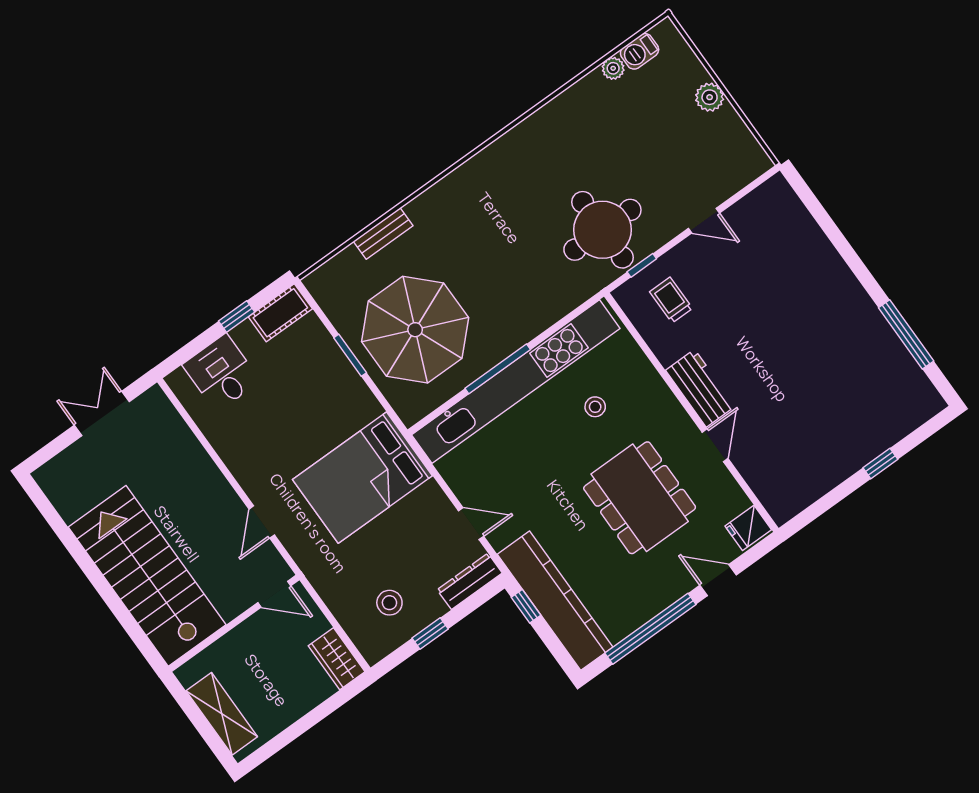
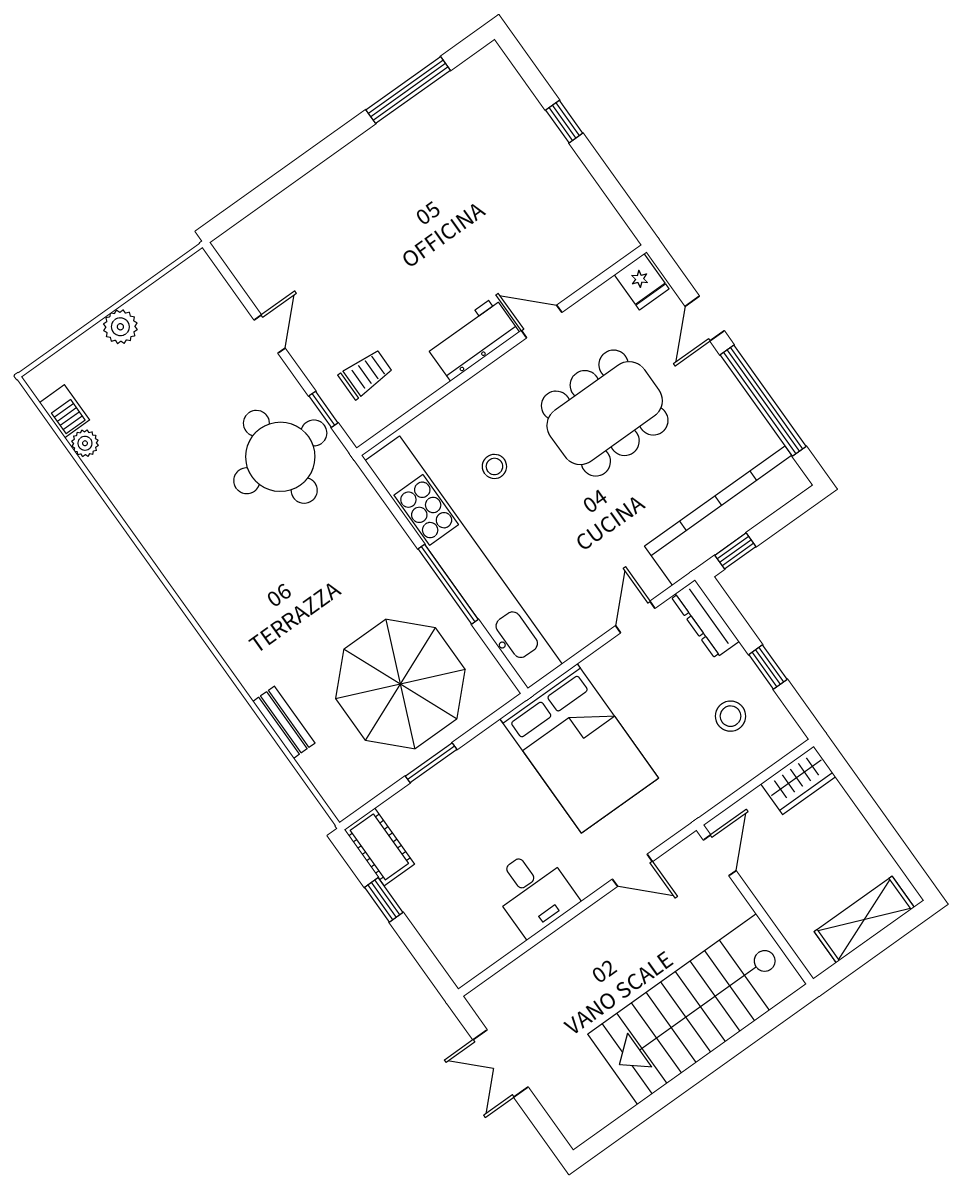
trolley: (671, 300) -> (366, 374), turned 180
desk: (221, 373) -> (533, 892), moved, turned -90

